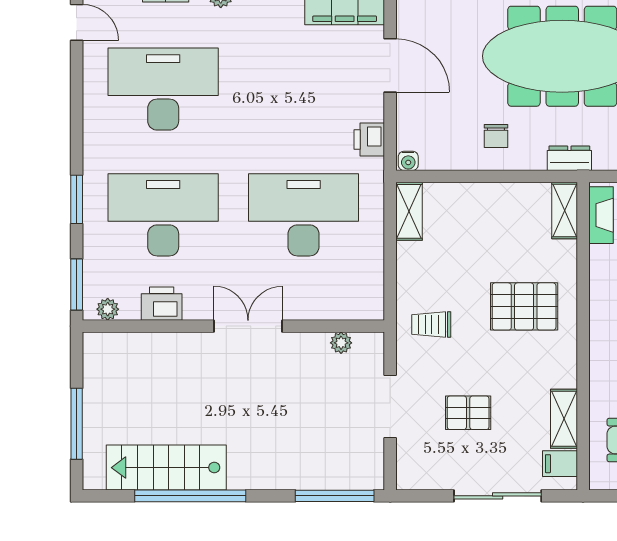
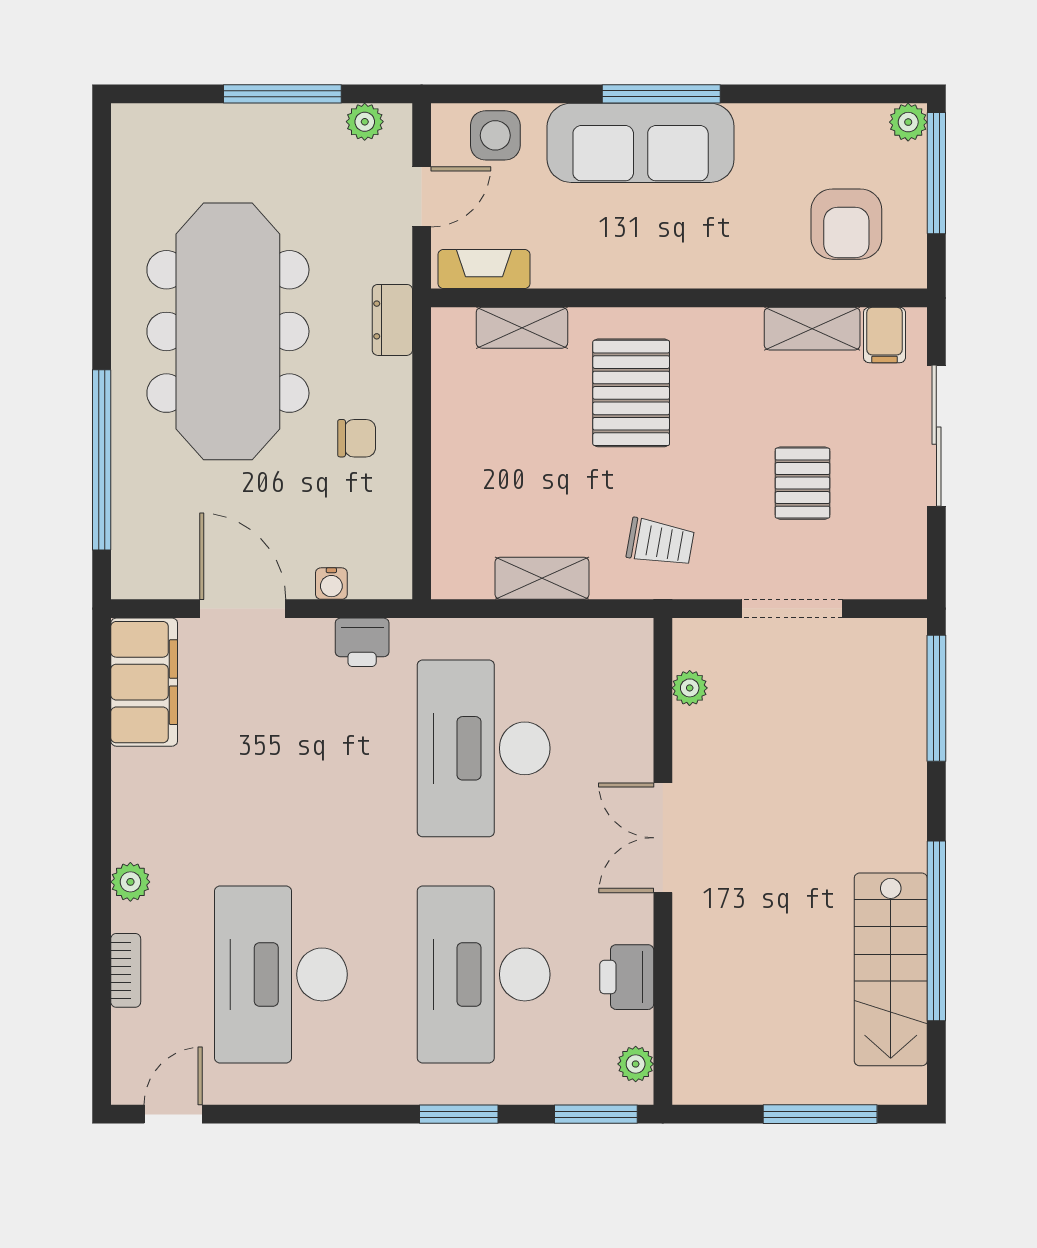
door: (390, 65) -> (243, 609), hinge flipped
water cooler: (408, 161) -> (331, 584), moved, turned 90
shelving: (409, 211) -> (542, 578), moved
shelving: (565, 211) -> (522, 328), moved
trolley: (431, 325) -> (660, 542), turned -80

